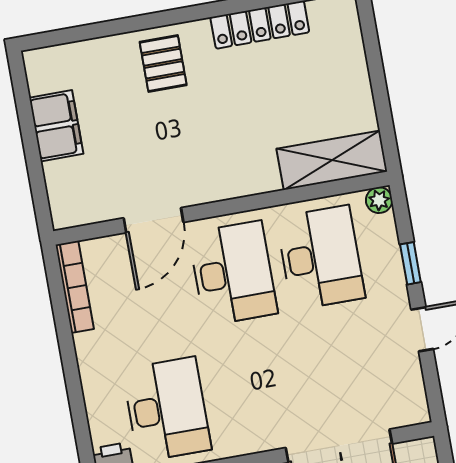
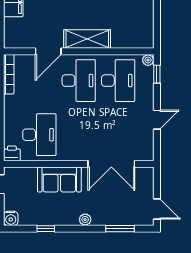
shelving: (332, 160) -> (87, 39), moved
window: (410, 263) -> (157, 74), moved

